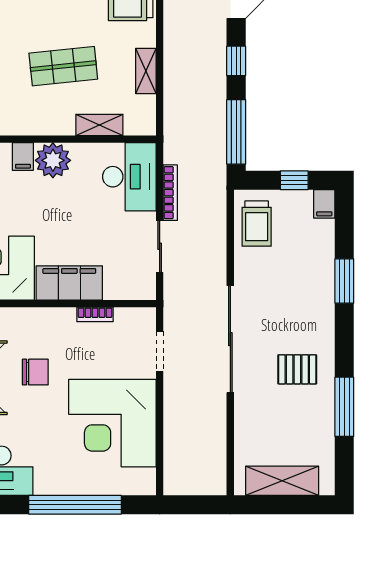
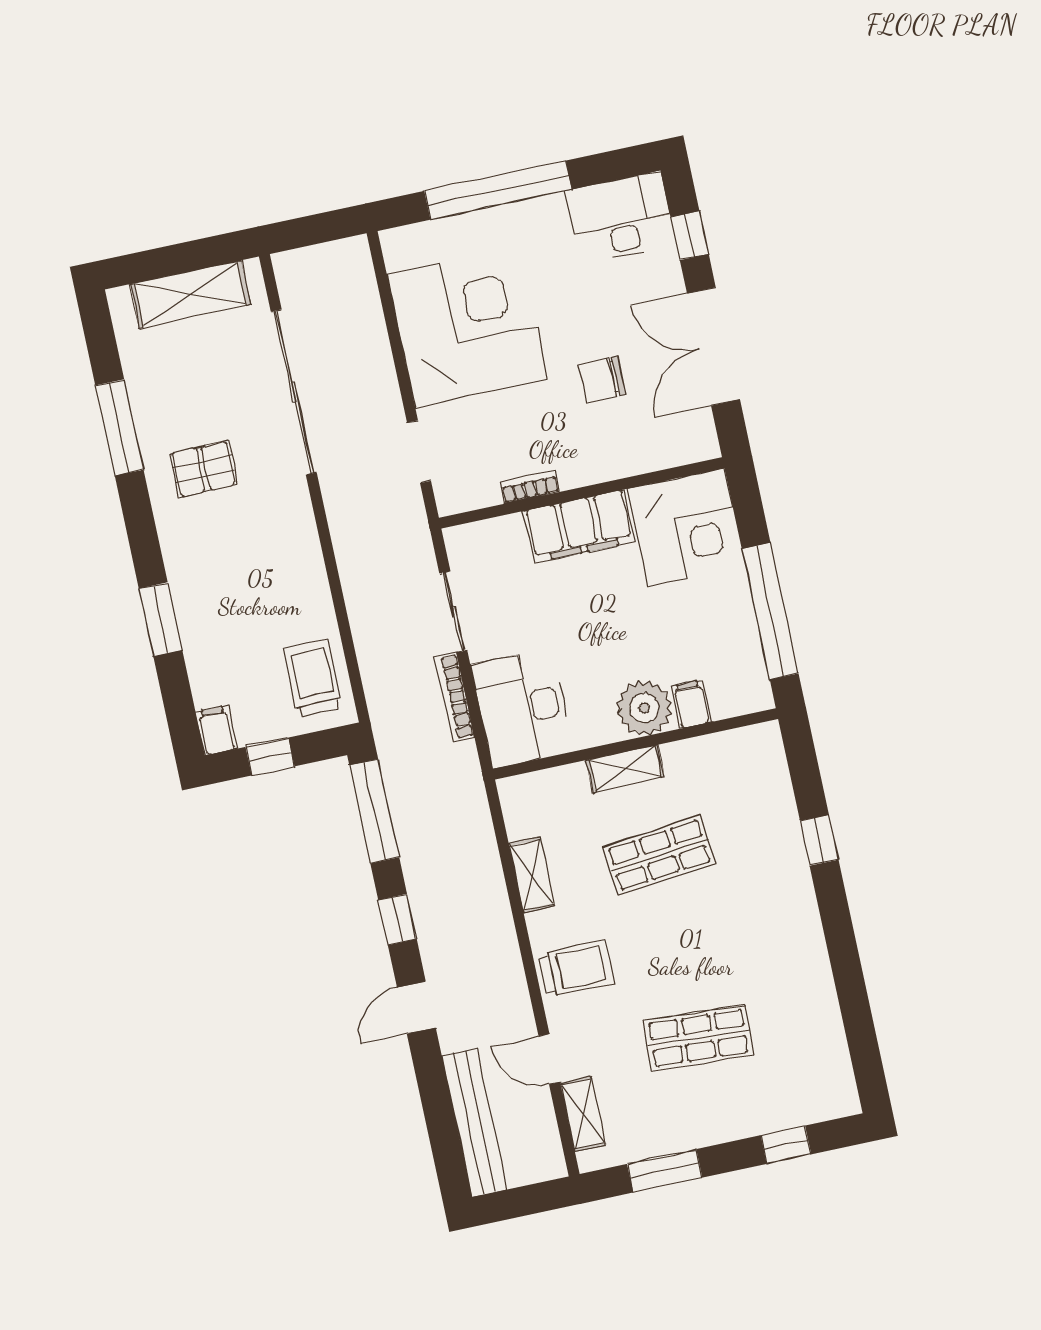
shelving: (99, 125) -> (625, 769), moved
sliding door: (230, 339) -> (294, 392), moved

